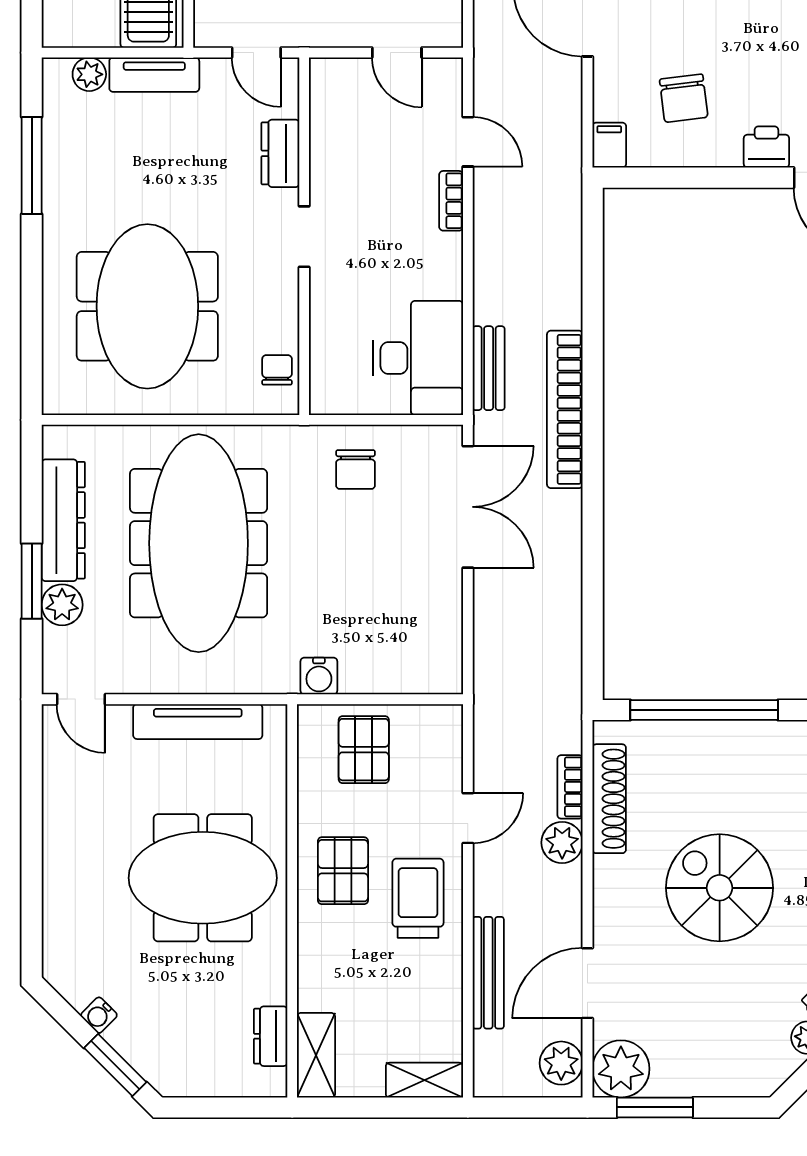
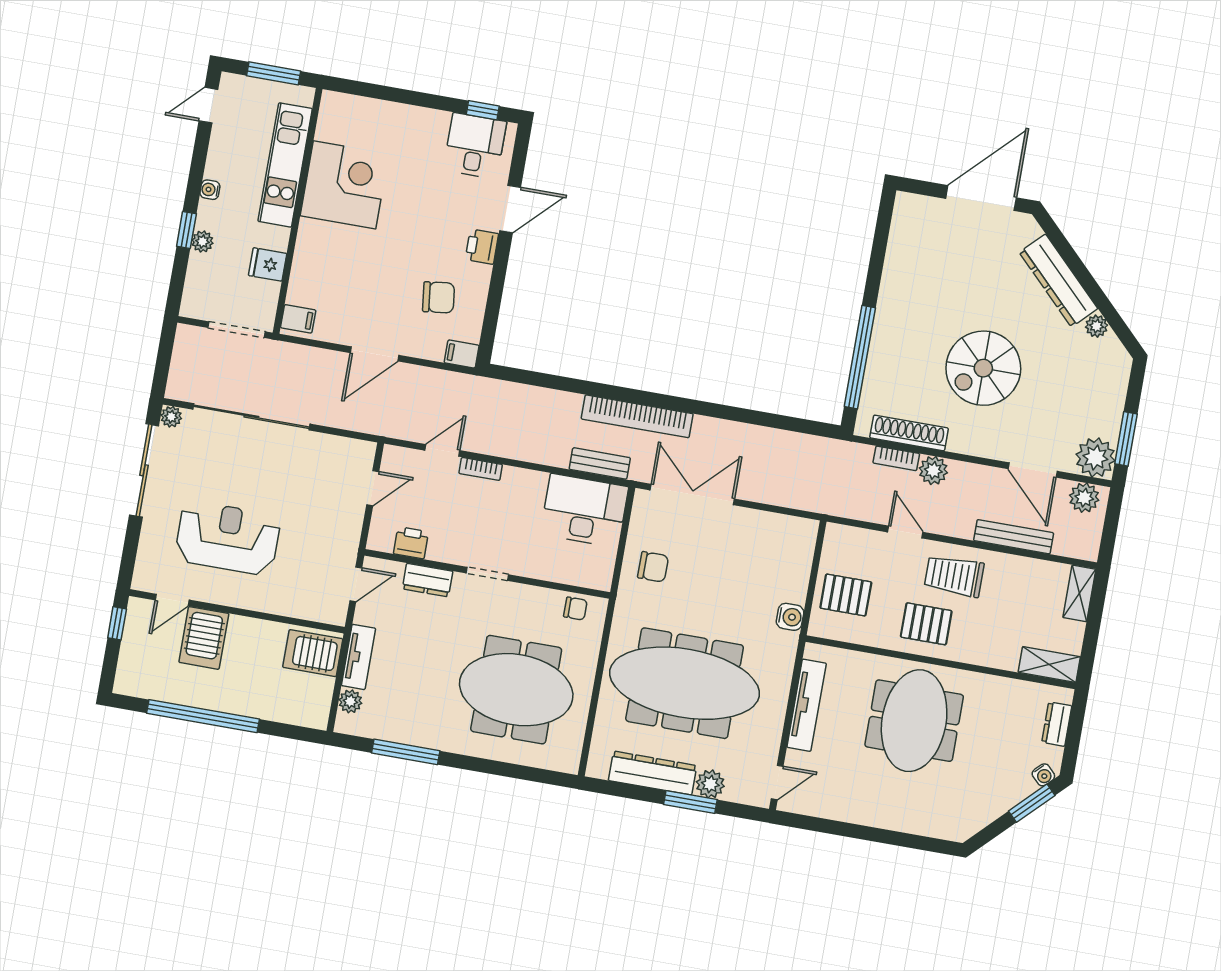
printer: (329, 121) -> (411, 543), added
chair: (277, 370) -> (575, 609), turned 180
water cooler: (99, 1015) -> (1043, 775), moved
dresser: (271, 1036) -> (1057, 724), moved, turned 90

